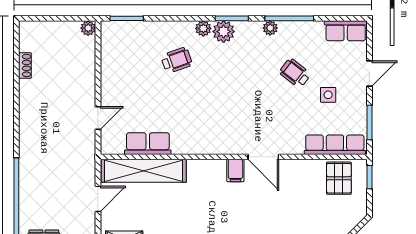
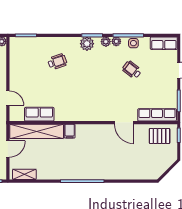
plant: (203, 28) -> (106, 42), moved
side table: (328, 95) -> (133, 43), moved
door: (98, 118) -> (8, 98), hinge flipped
door: (263, 157) -> (124, 123), moved
filing cabinet: (235, 171) -> (70, 131), moved
pallet: (339, 178) -> (160, 136), turned 90

